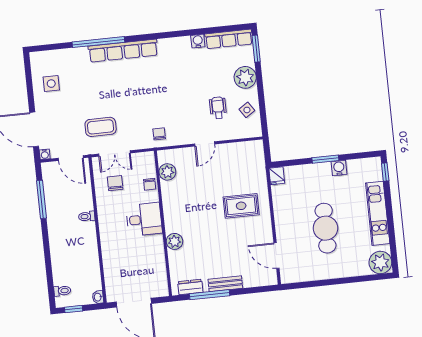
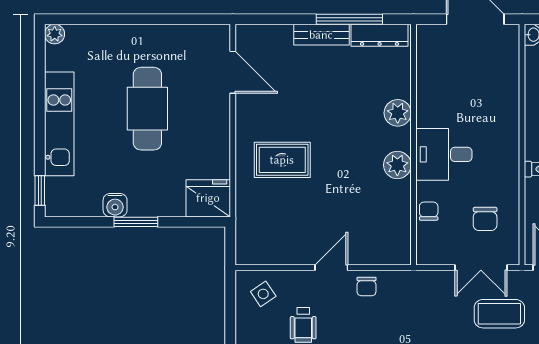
side table: (247, 110) -> (263, 294), moved
chair: (159, 134) -> (367, 286), moved
double door: (115, 153) -> (481, 268), swing flipped
plant: (167, 172) -> (397, 165), moved
fridge: (277, 176) -> (208, 198), width x1.88, depth x1.34
plant: (380, 262) -> (55, 34), width x0.53, depth x0.53
dresser: (190, 287) -> (380, 35), width x1.44

